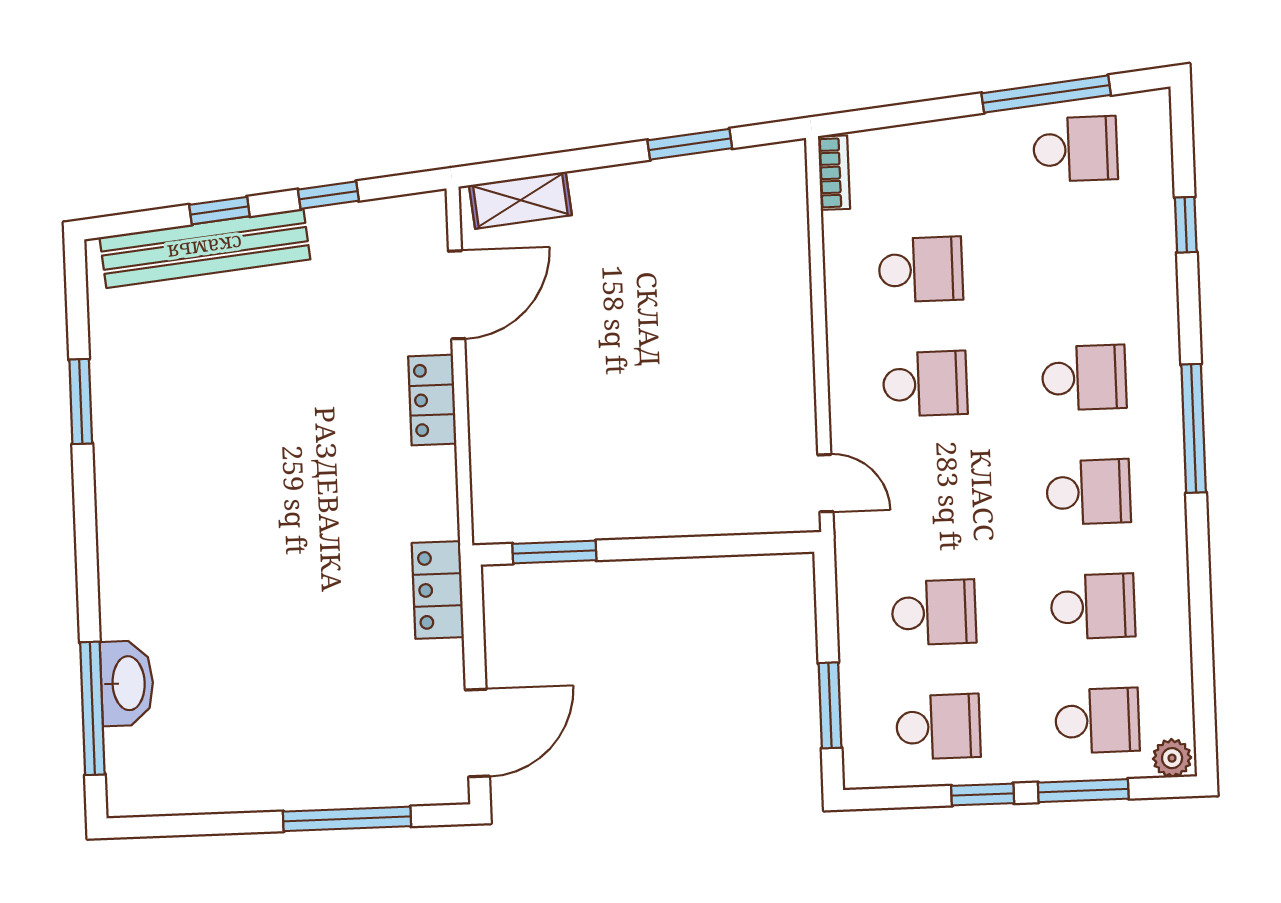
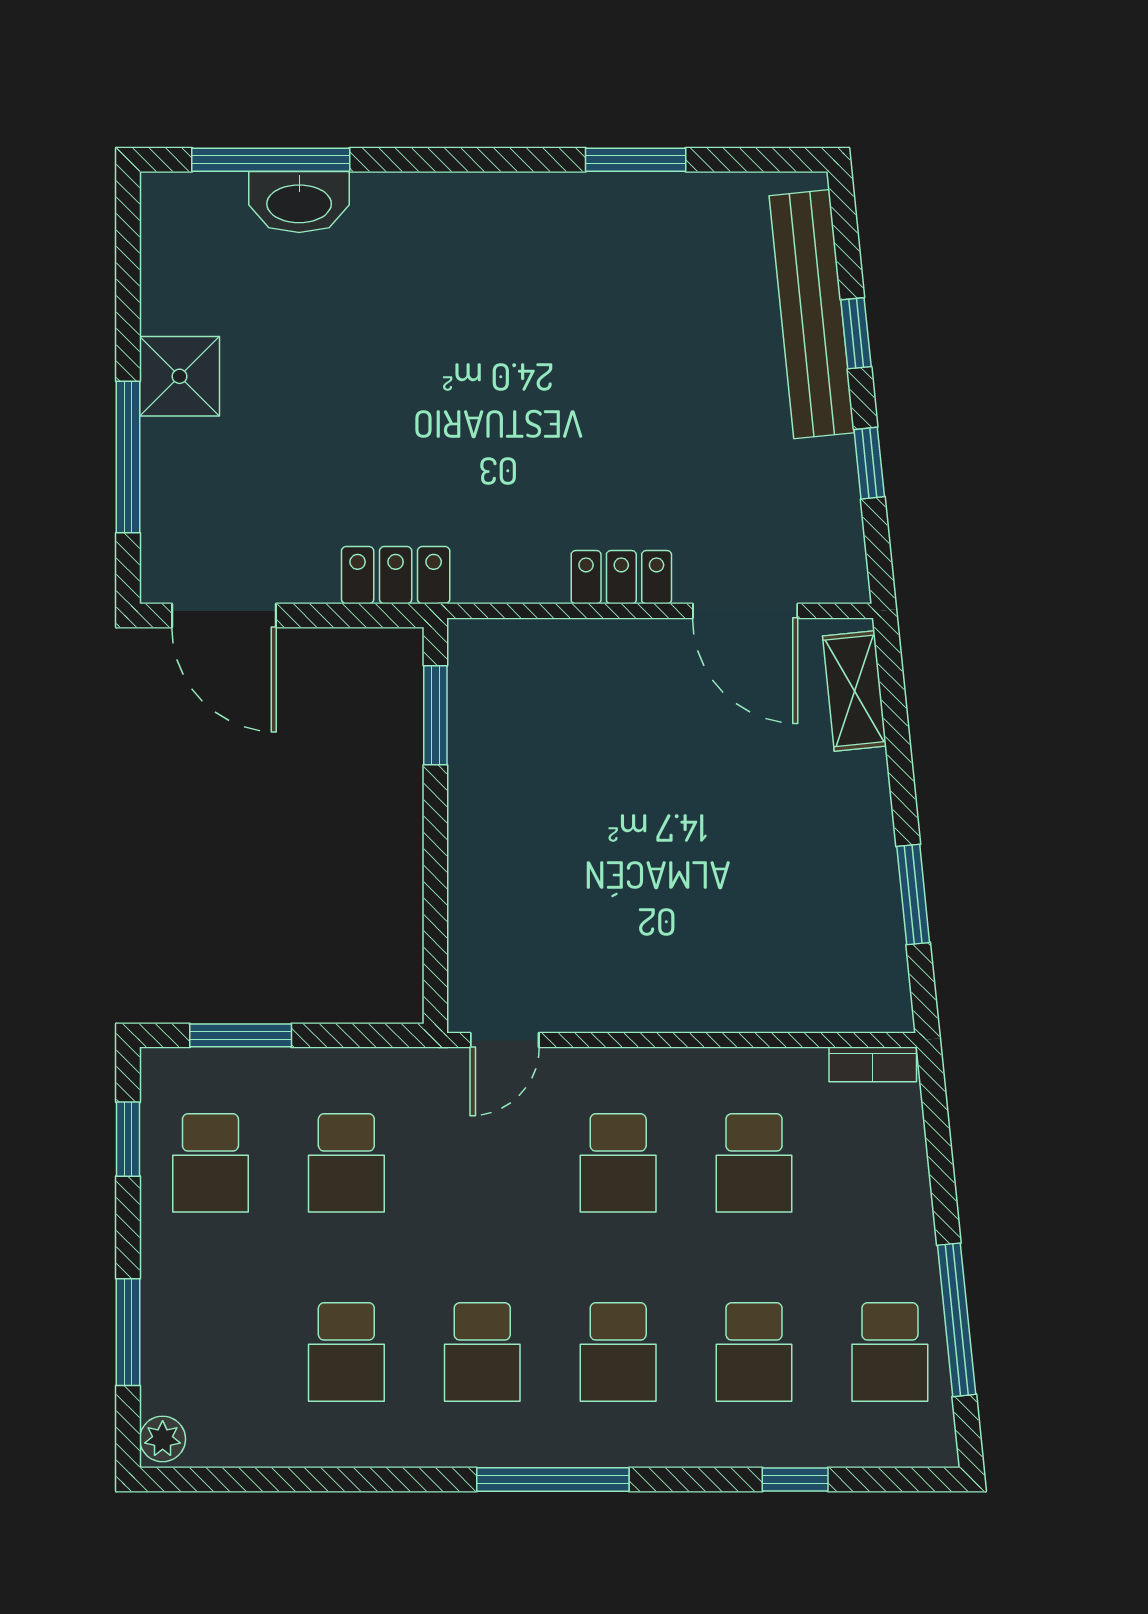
school desk: (1097, 721) -> (754, 1352), moved
shower: (278, 778) -> (180, 376), added
window: (983, 794) -> (128, 1139), moved

